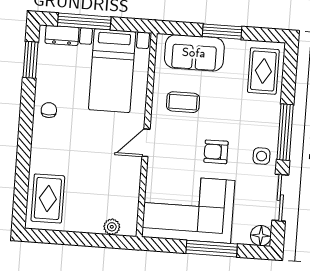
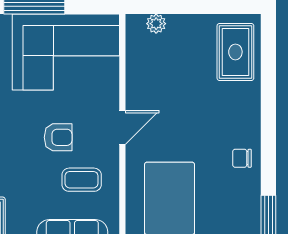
chair: (49, 110) -> (242, 158), turned 90
armchair: (216, 152) -> (58, 137), moved

